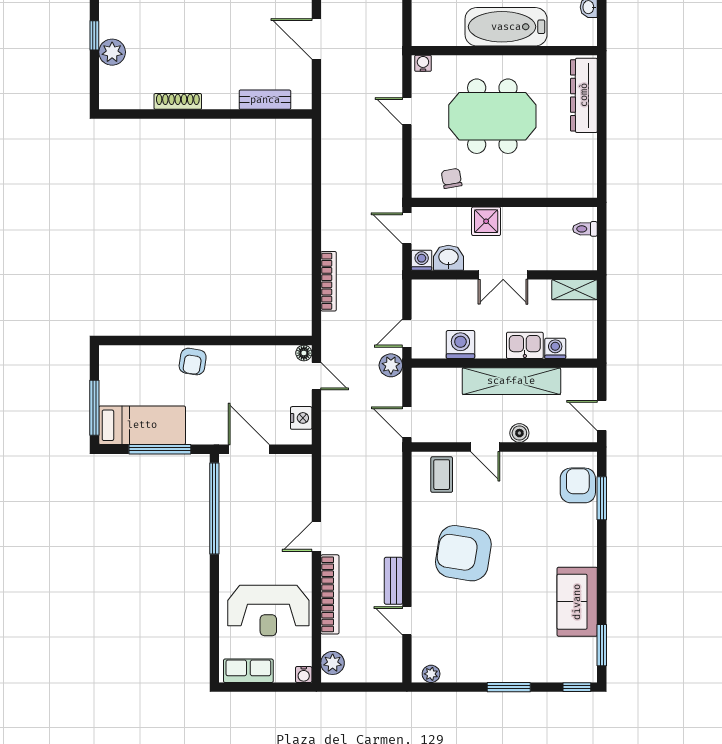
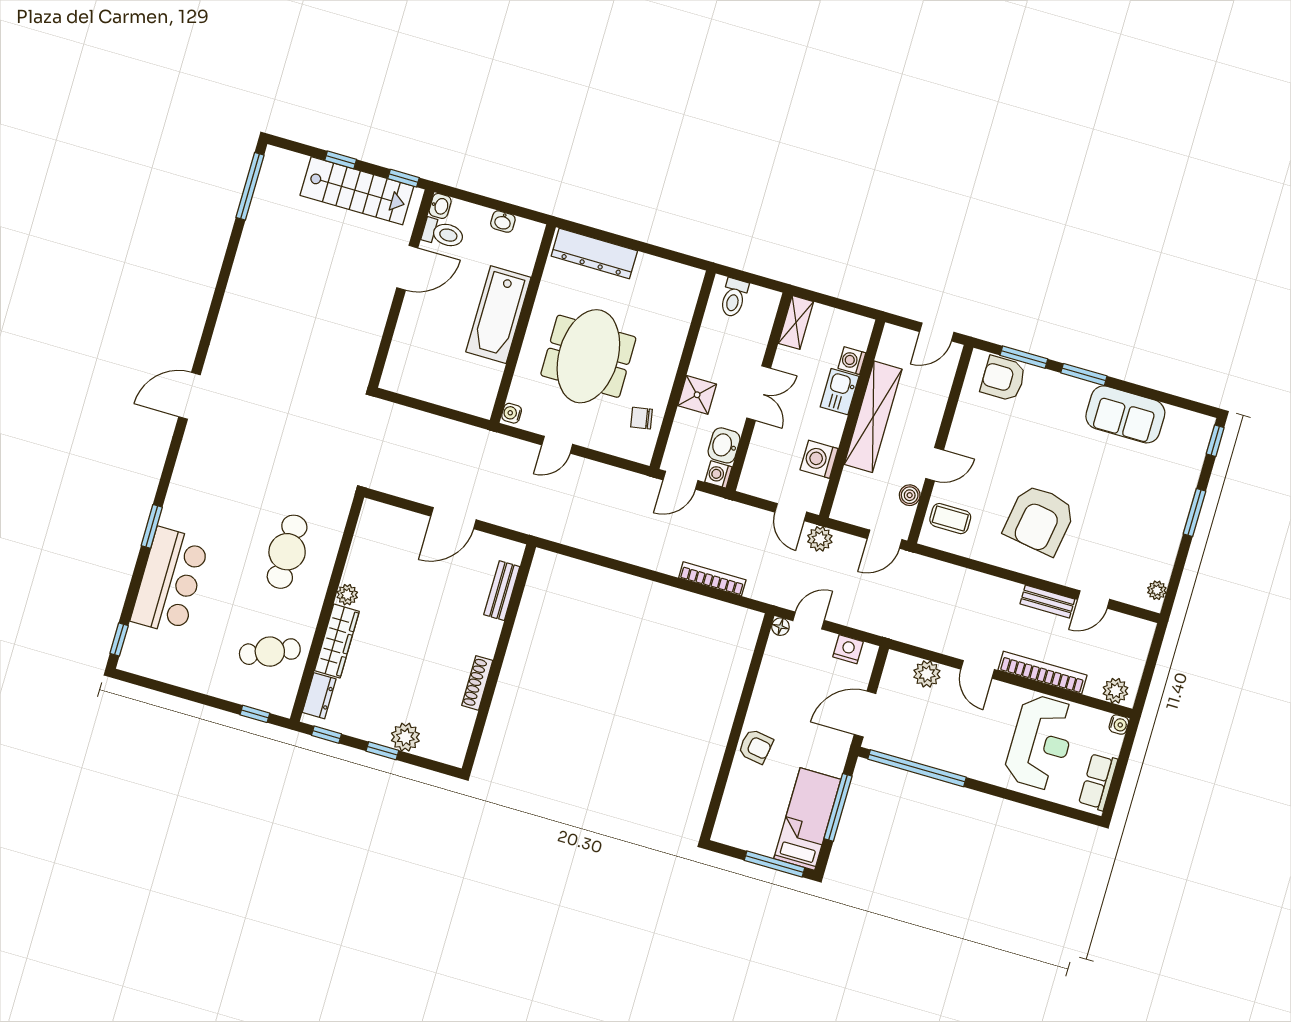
toilet: (585, 229) -> (734, 298), width x1.37, depth x1.39
boiler: (519, 433) -> (910, 495), moved
plant: (299, 493) -> (927, 674), added
window: (602, 645) -> (1084, 374), moved

